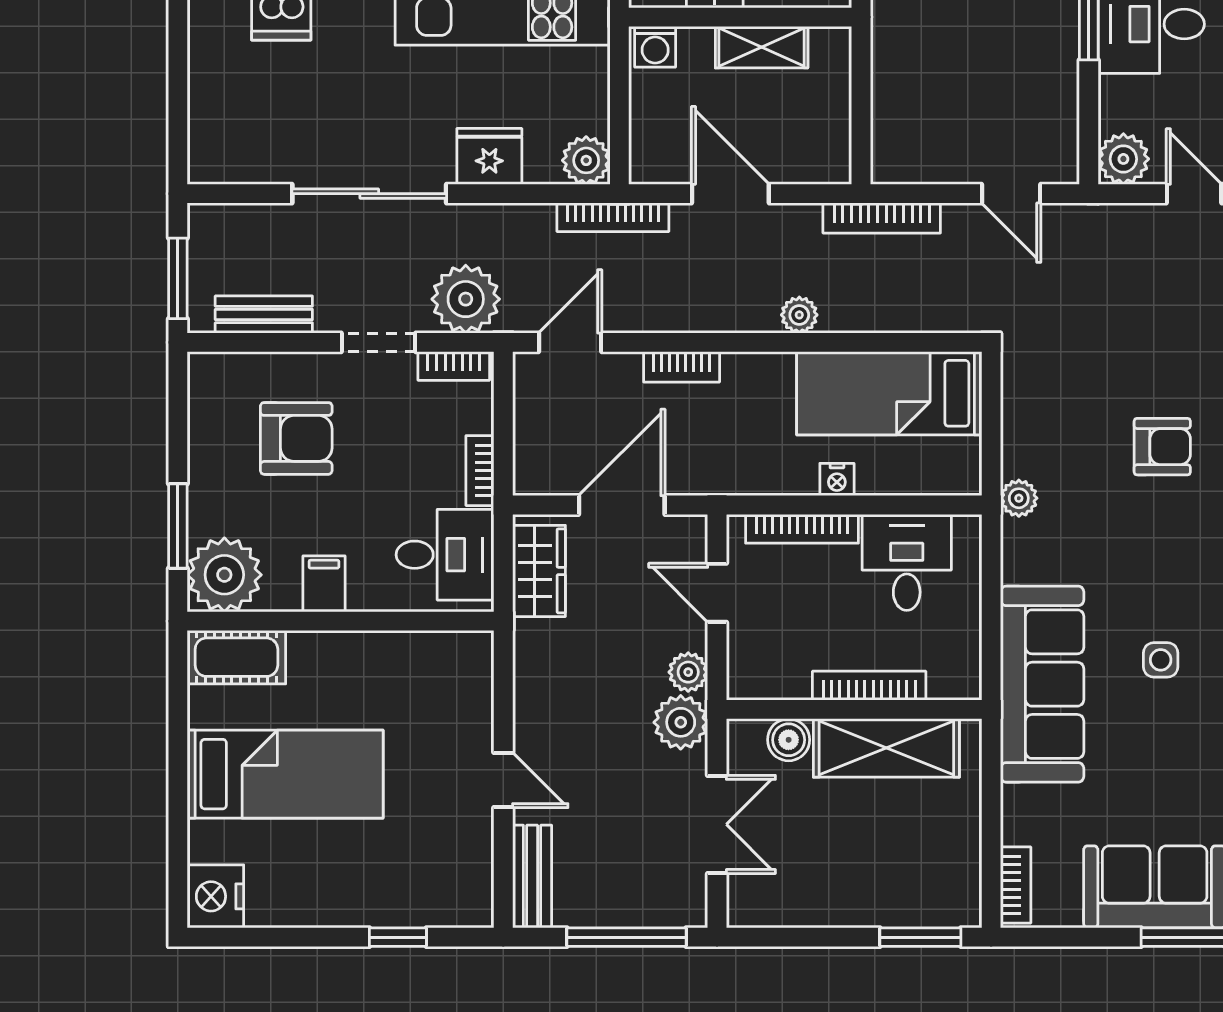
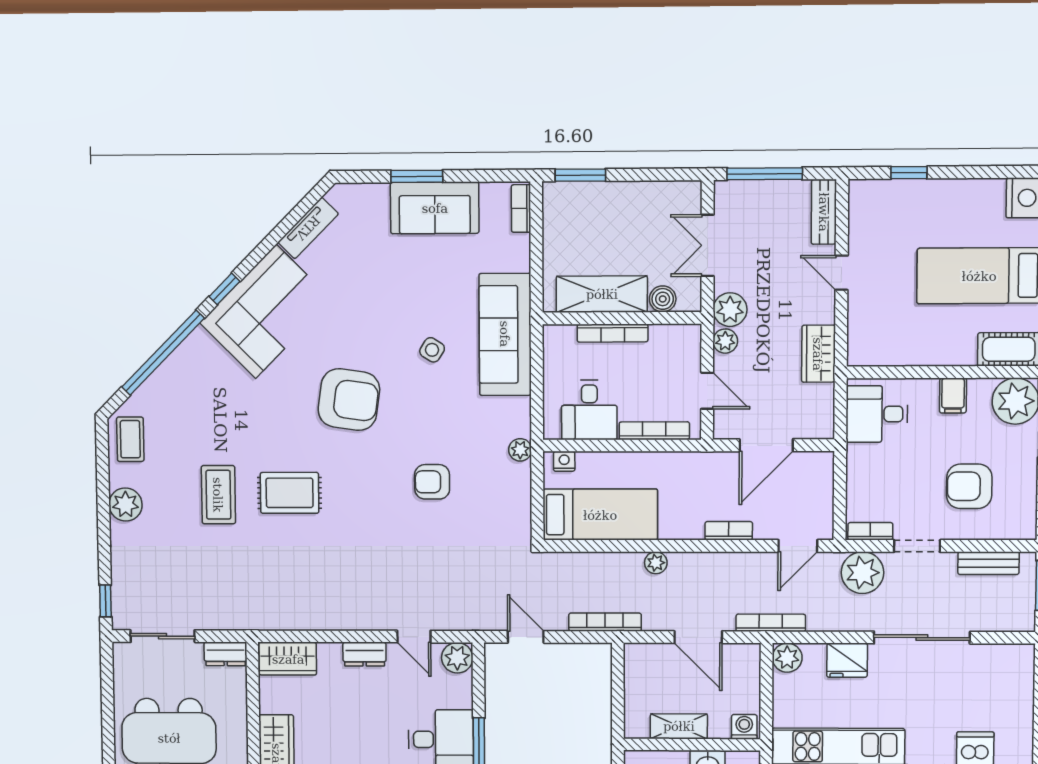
bookcase: (480, 471) -> (855, 466), removed
nightstand: (837, 480) -> (564, 461), moved
wardrobe: (539, 571) -> (818, 354), moved
side table: (1161, 660) -> (432, 350), turned 32

